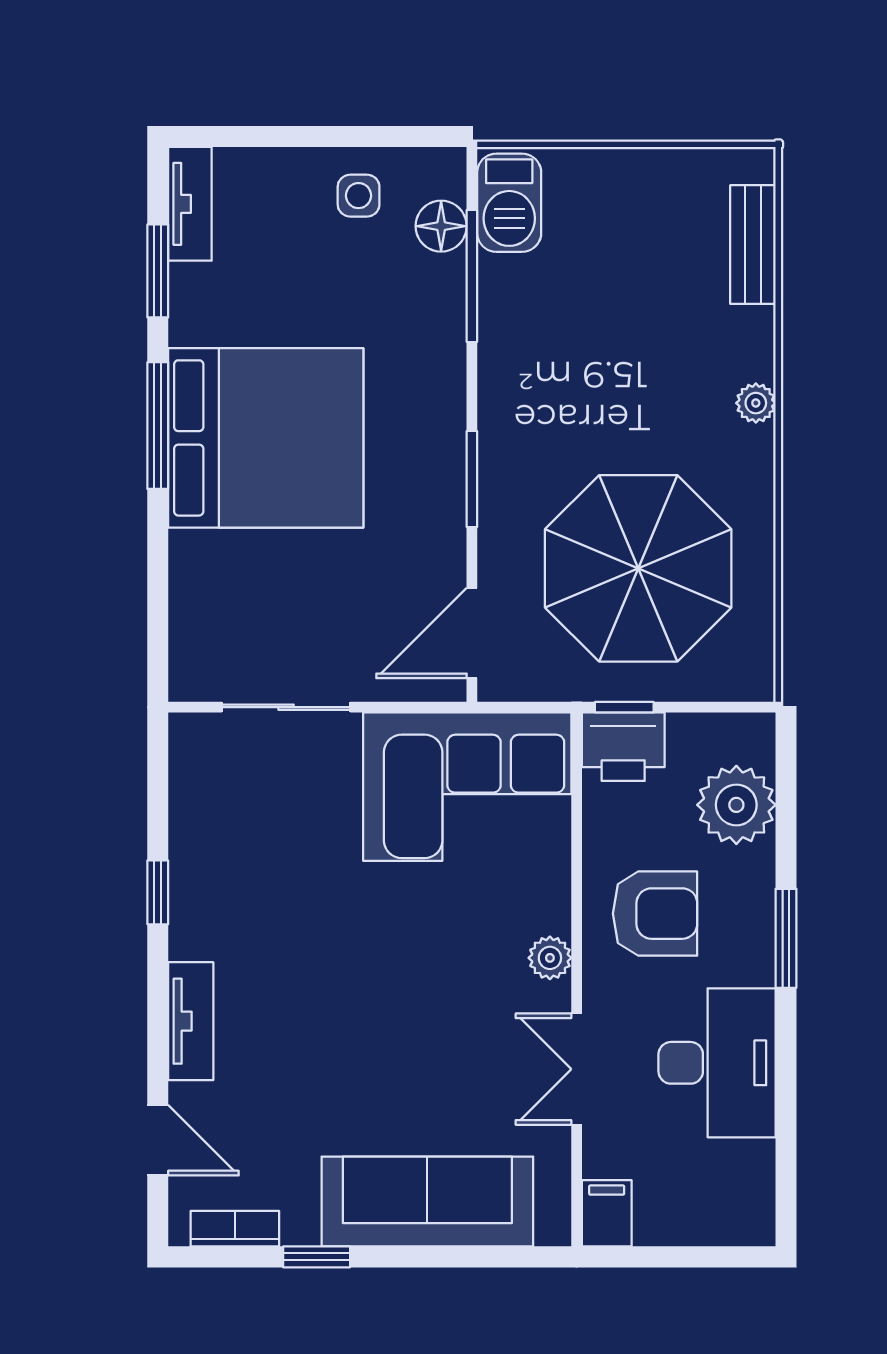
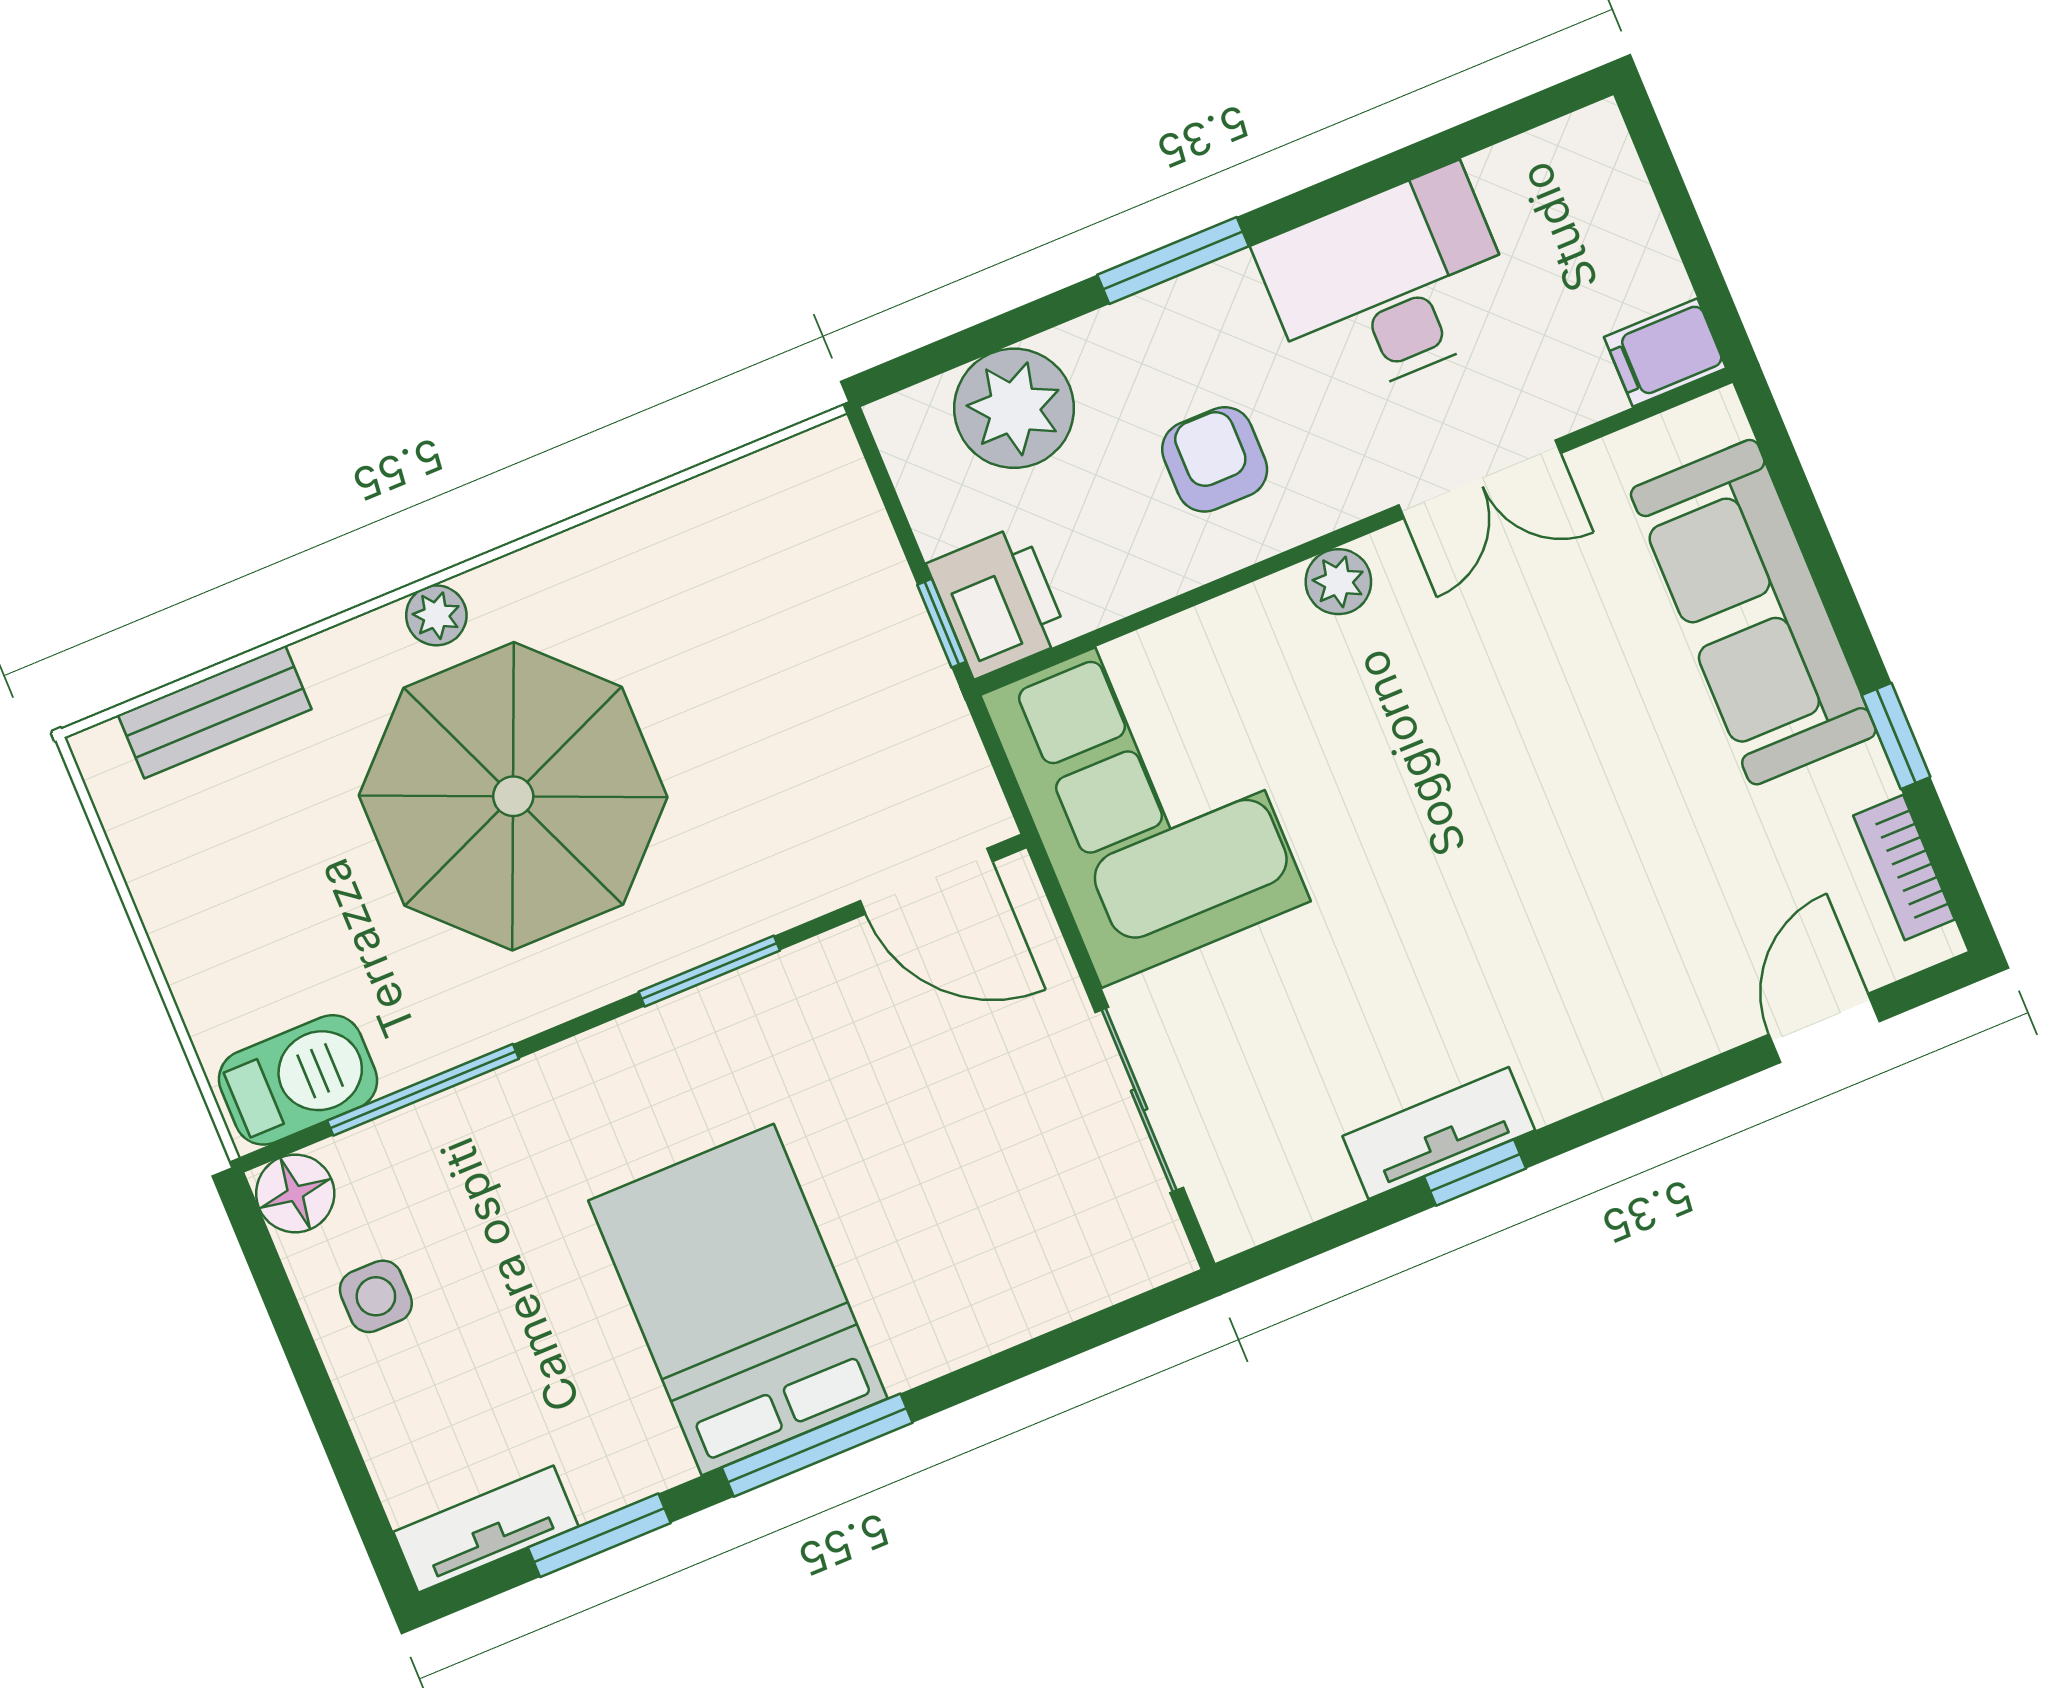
floor lamp: (441, 226) -> (295, 1193), moved
bed: (266, 438) -> (738, 1300), width x0.73
parasol: (638, 568) -> (513, 796), moved
armchair: (655, 914) -> (1215, 459), width x0.72, depth x0.72
tv unit: (191, 1021) -> (1439, 1133), moved

